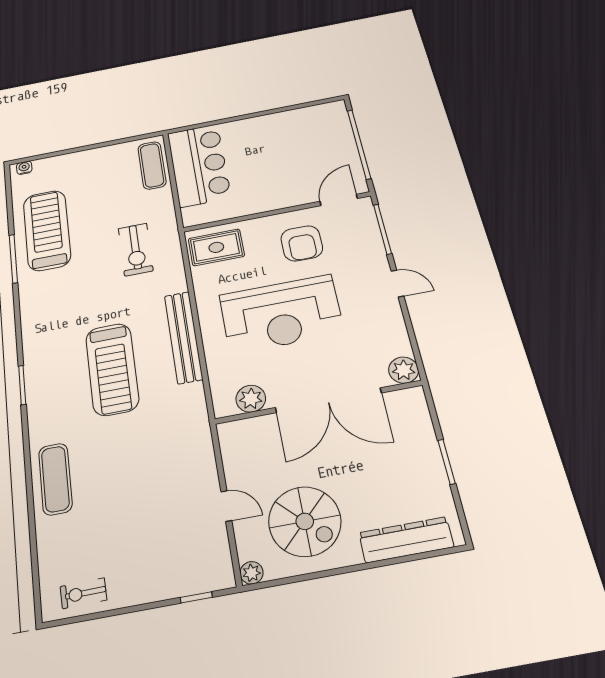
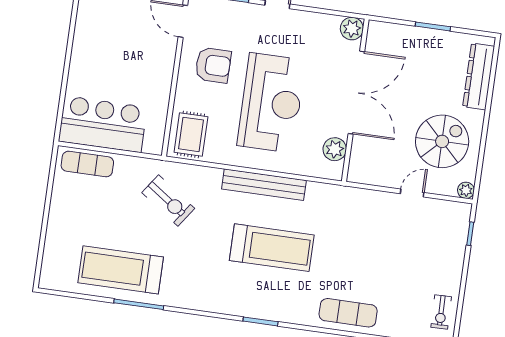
water cooler: (24, 168) -> (46, 275), removed
exercise bike: (136, 250) -> (168, 201), turned 35

